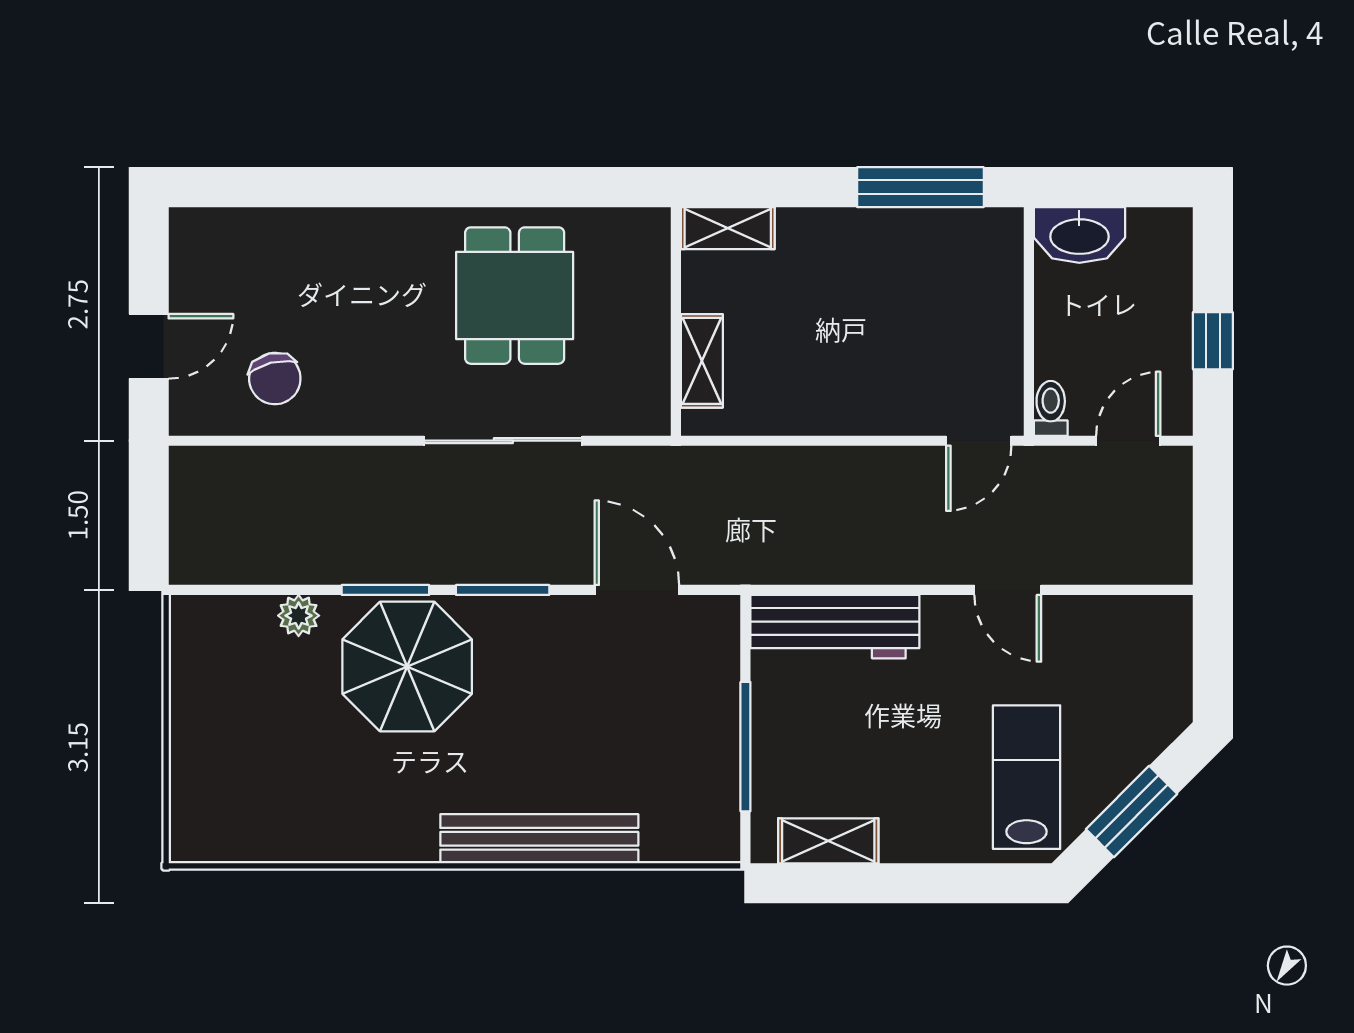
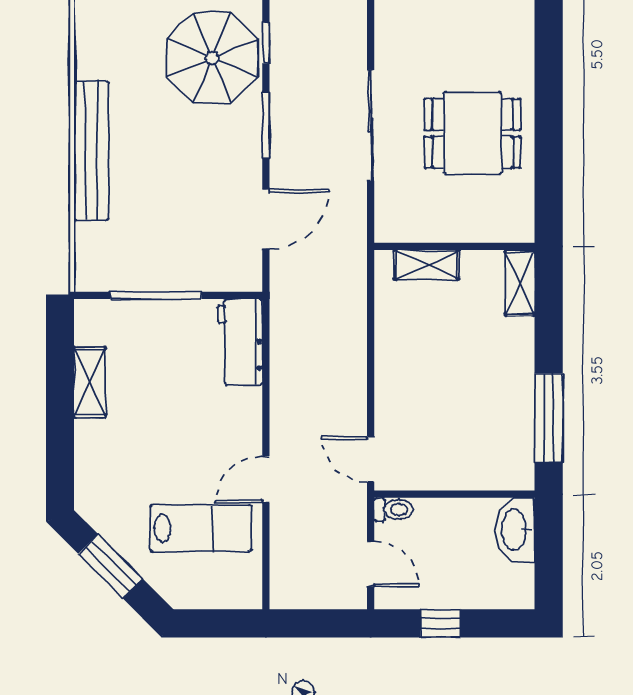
window: (385, 590) -> (266, 43), width x0.67
workbench: (835, 627) -> (240, 342), width x0.73
lab bench: (1027, 777) -> (201, 528), moved
shelving: (828, 841) -> (90, 382), moved

